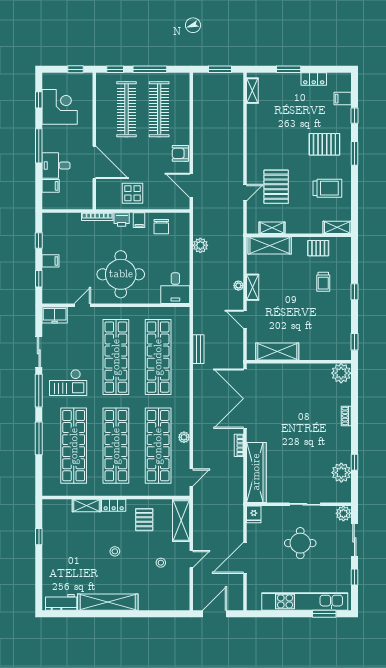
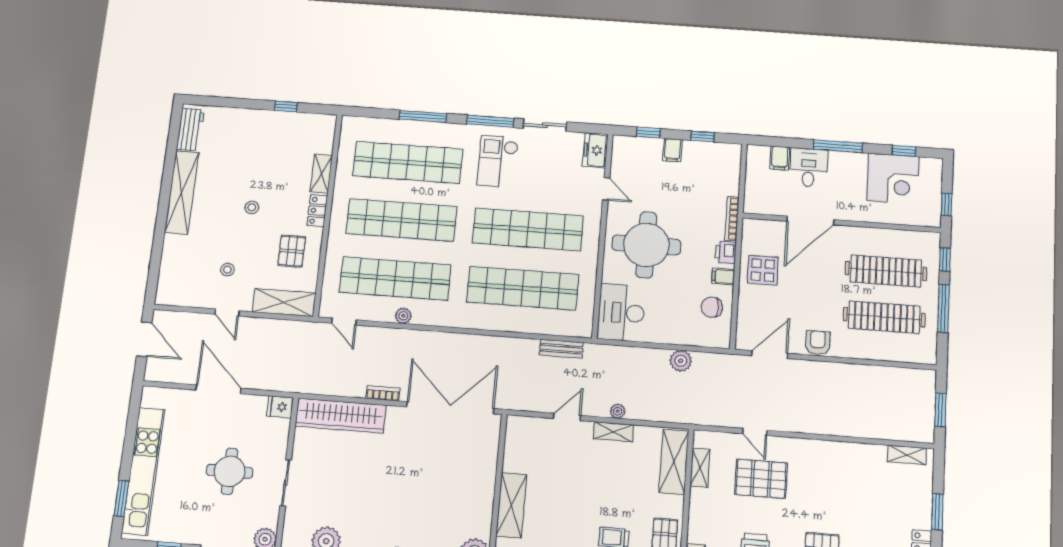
desk: (175, 288) -> (621, 313), width x1.37
bench: (198, 349) -> (561, 349), moved
shelving: (277, 352) -> (511, 505), moved
pallet: (144, 520) -> (292, 251), turned 90

